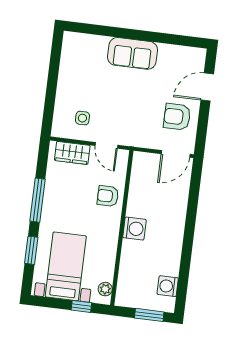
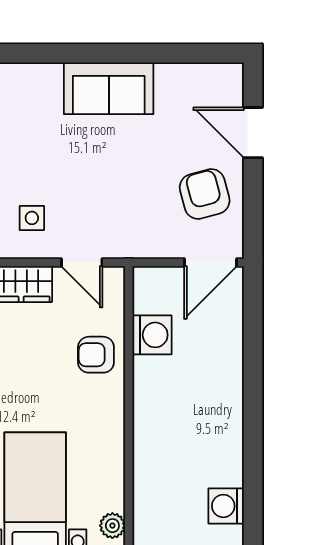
door: (207, 87) -> (253, 133), hinge flipped
armchair: (177, 117) -> (205, 194), turned 75
washing machine: (134, 229) -> (152, 335), moved

